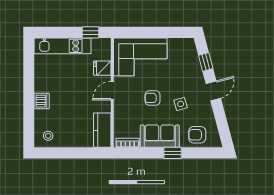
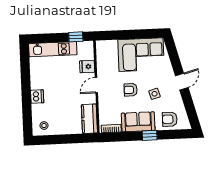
corner sofa: (140, 57) -> (141, 55), moved
window: (206, 62) -> (174, 58), removed

